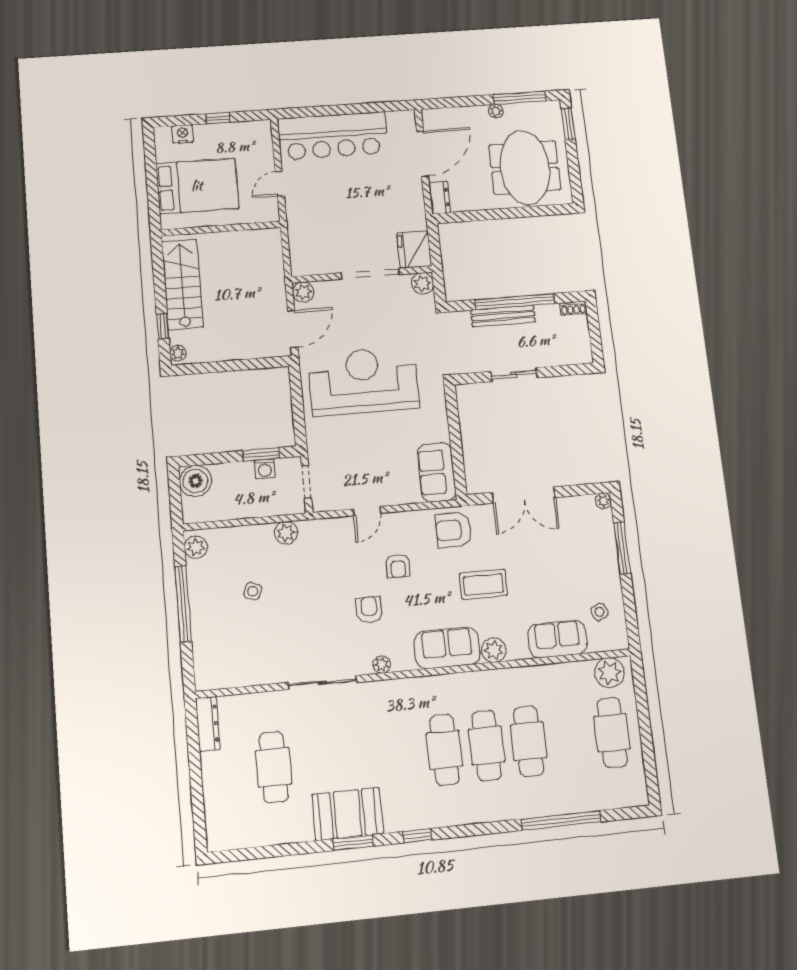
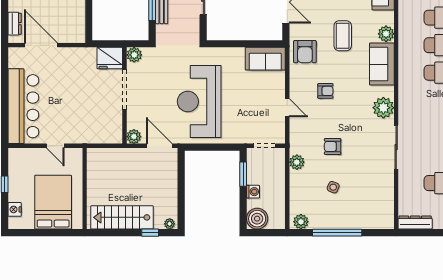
dresser: (440, 197) -> (15, 24), moved, turned 90
washing machine: (265, 469) -> (253, 192), moved
armchair: (369, 610) -> (333, 146), moved
plant: (382, 665) -> (383, 108), width x1.88, depth x1.88

